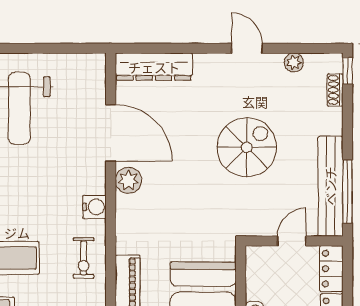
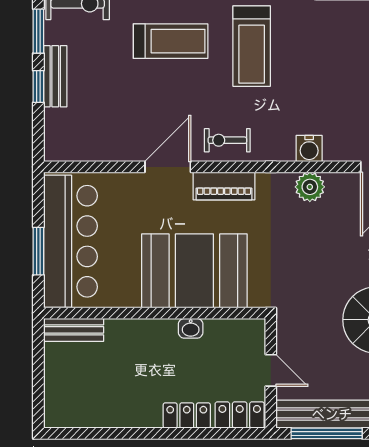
plant: (128, 180) -> (310, 187), moved
exercise bike: (84, 258) -> (227, 140), moved

